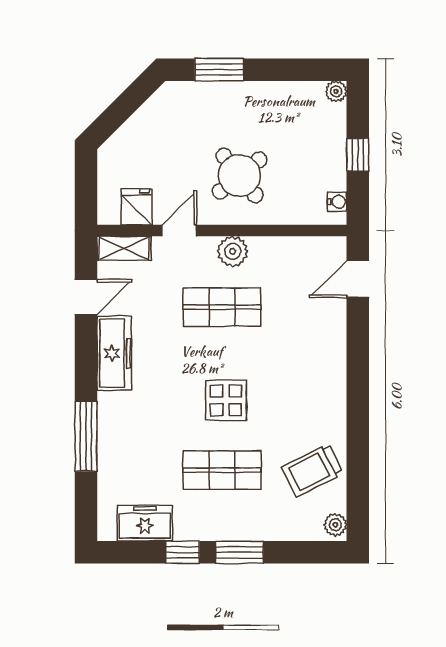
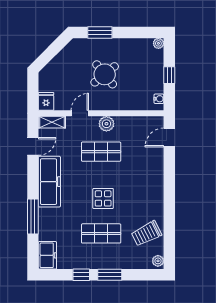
round table: (240, 175) -> (105, 74), moved
fridge: (137, 207) -> (46, 101), moved
freezer: (114, 353) -> (49, 182), width x1.36, depth x1.26
freezer: (145, 523) -> (47, 255), moved, turned 90

